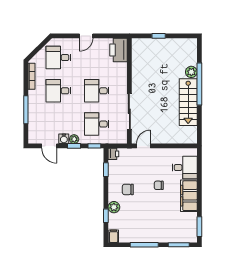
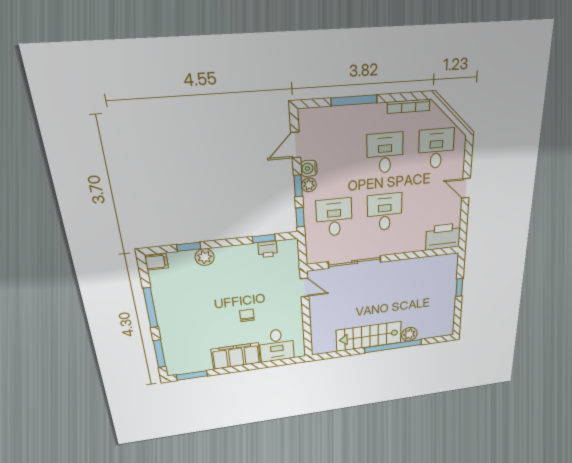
printer: (113, 154) -> (268, 249), moved
chair: (128, 189) -> (236, 274), removed

